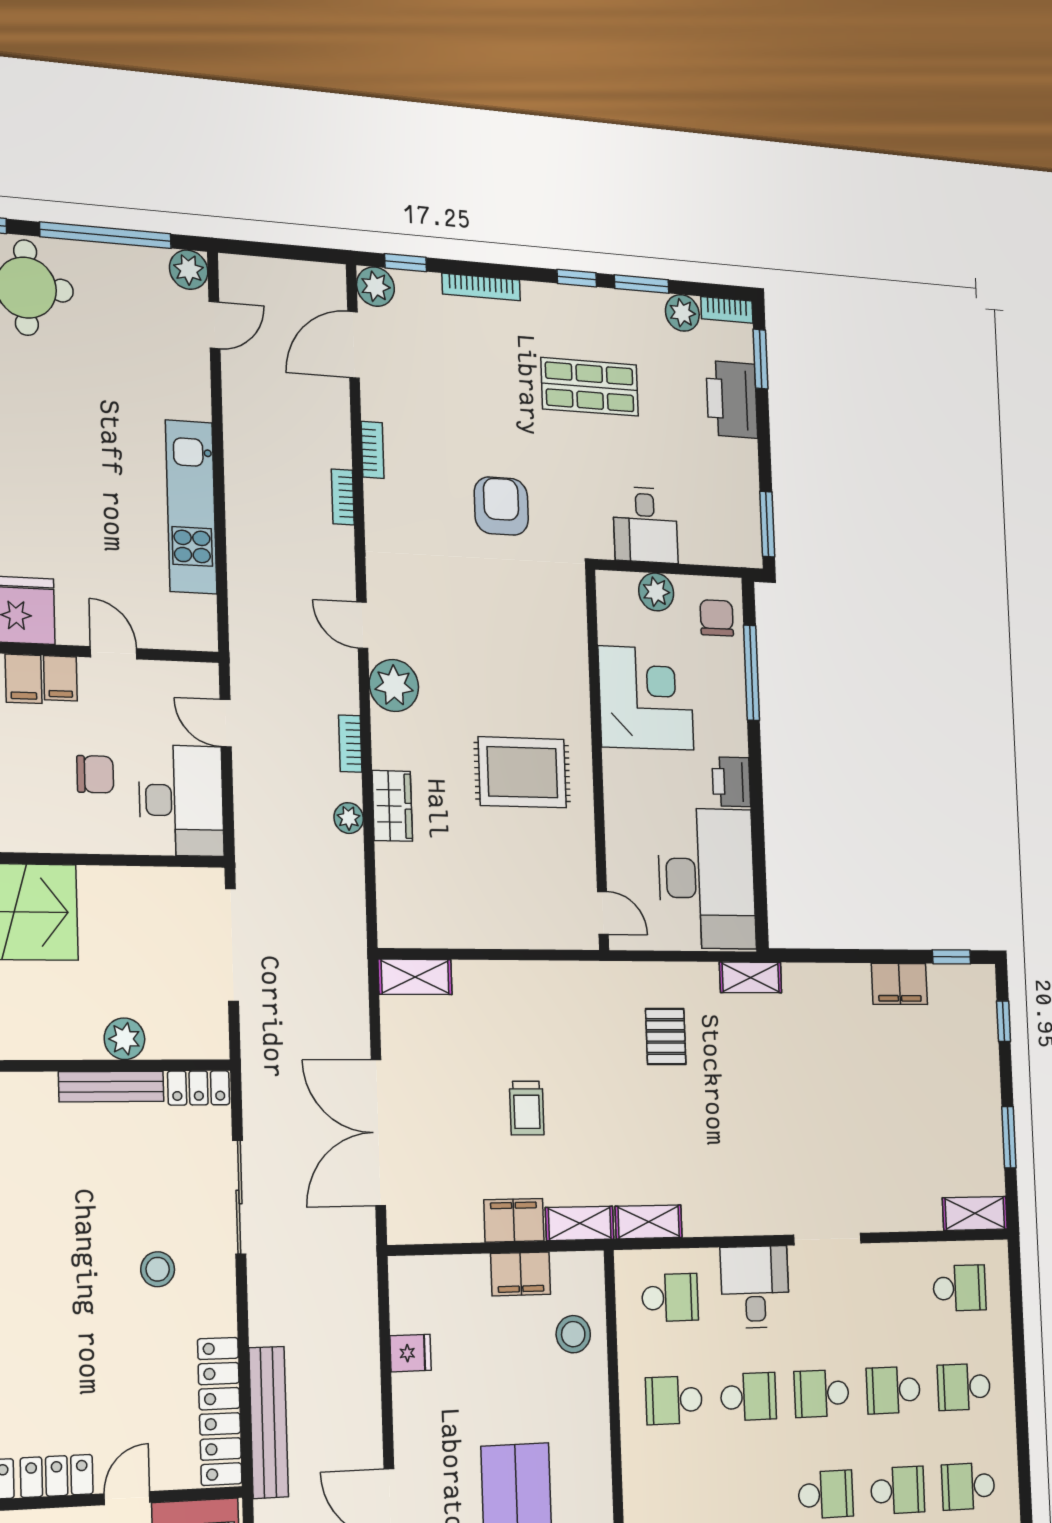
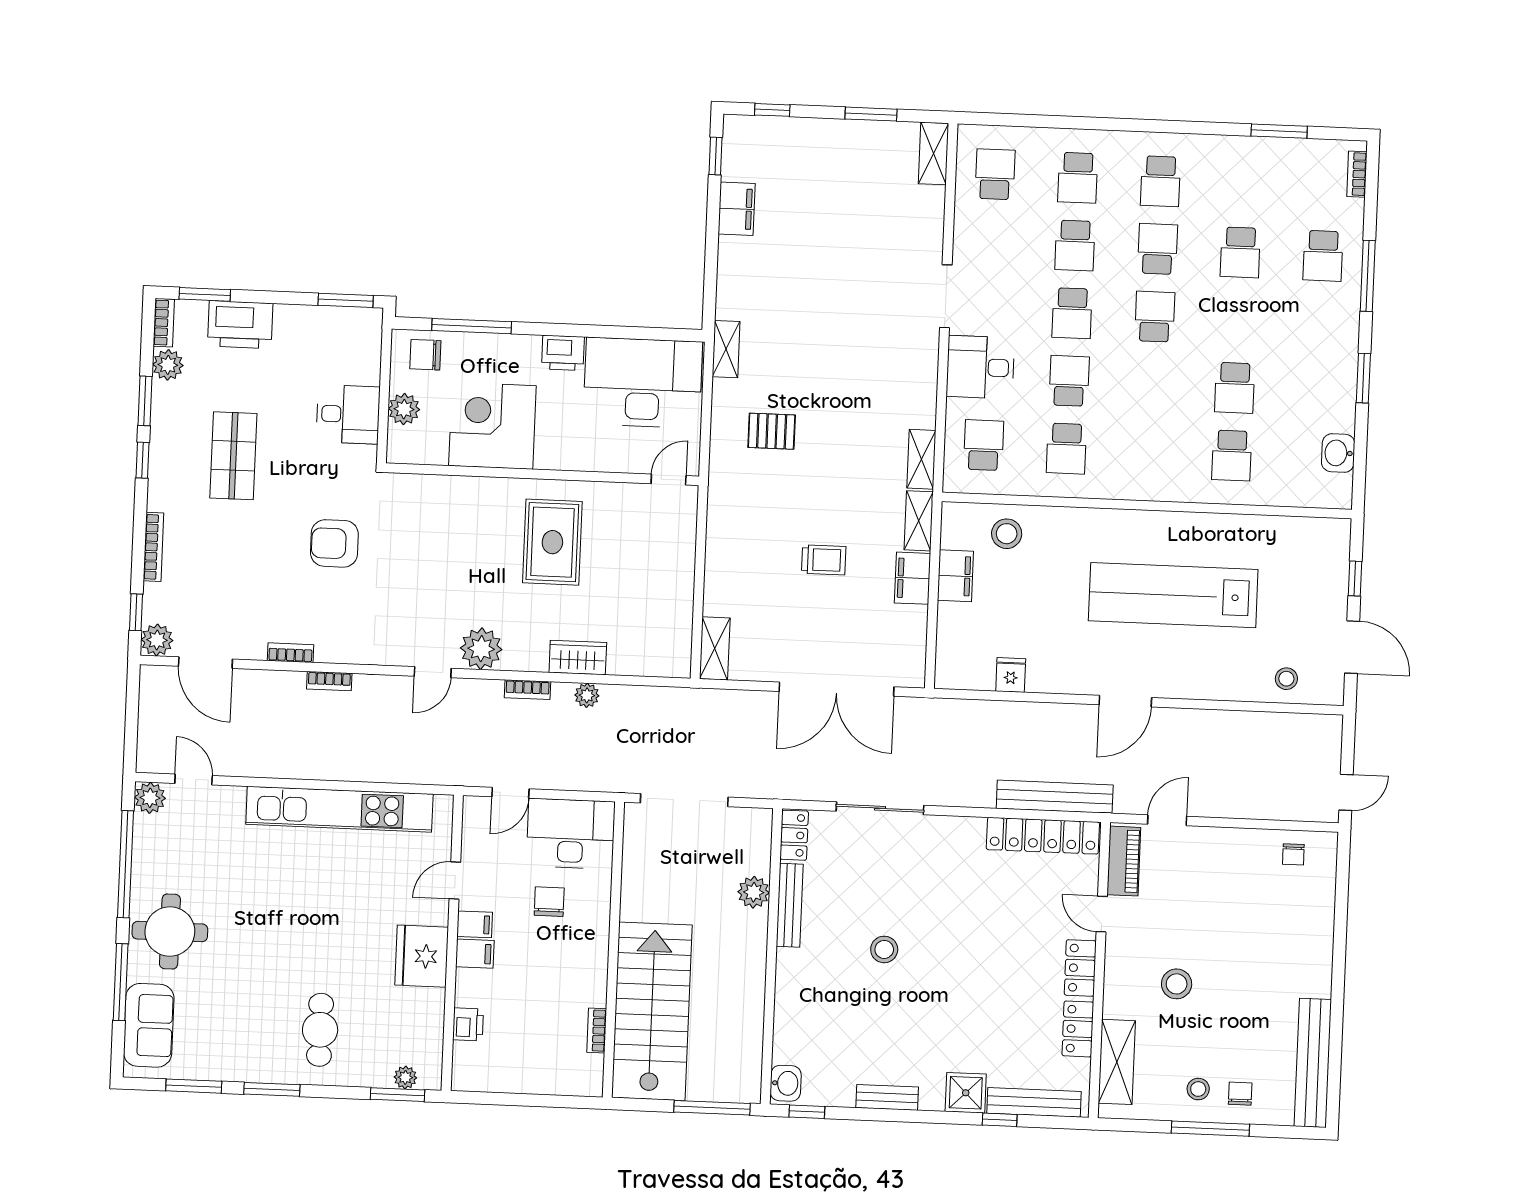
kitchen unit: (191, 507) -> (339, 809), width x1.36
stool: (158, 1269) -> (884, 949), moved

